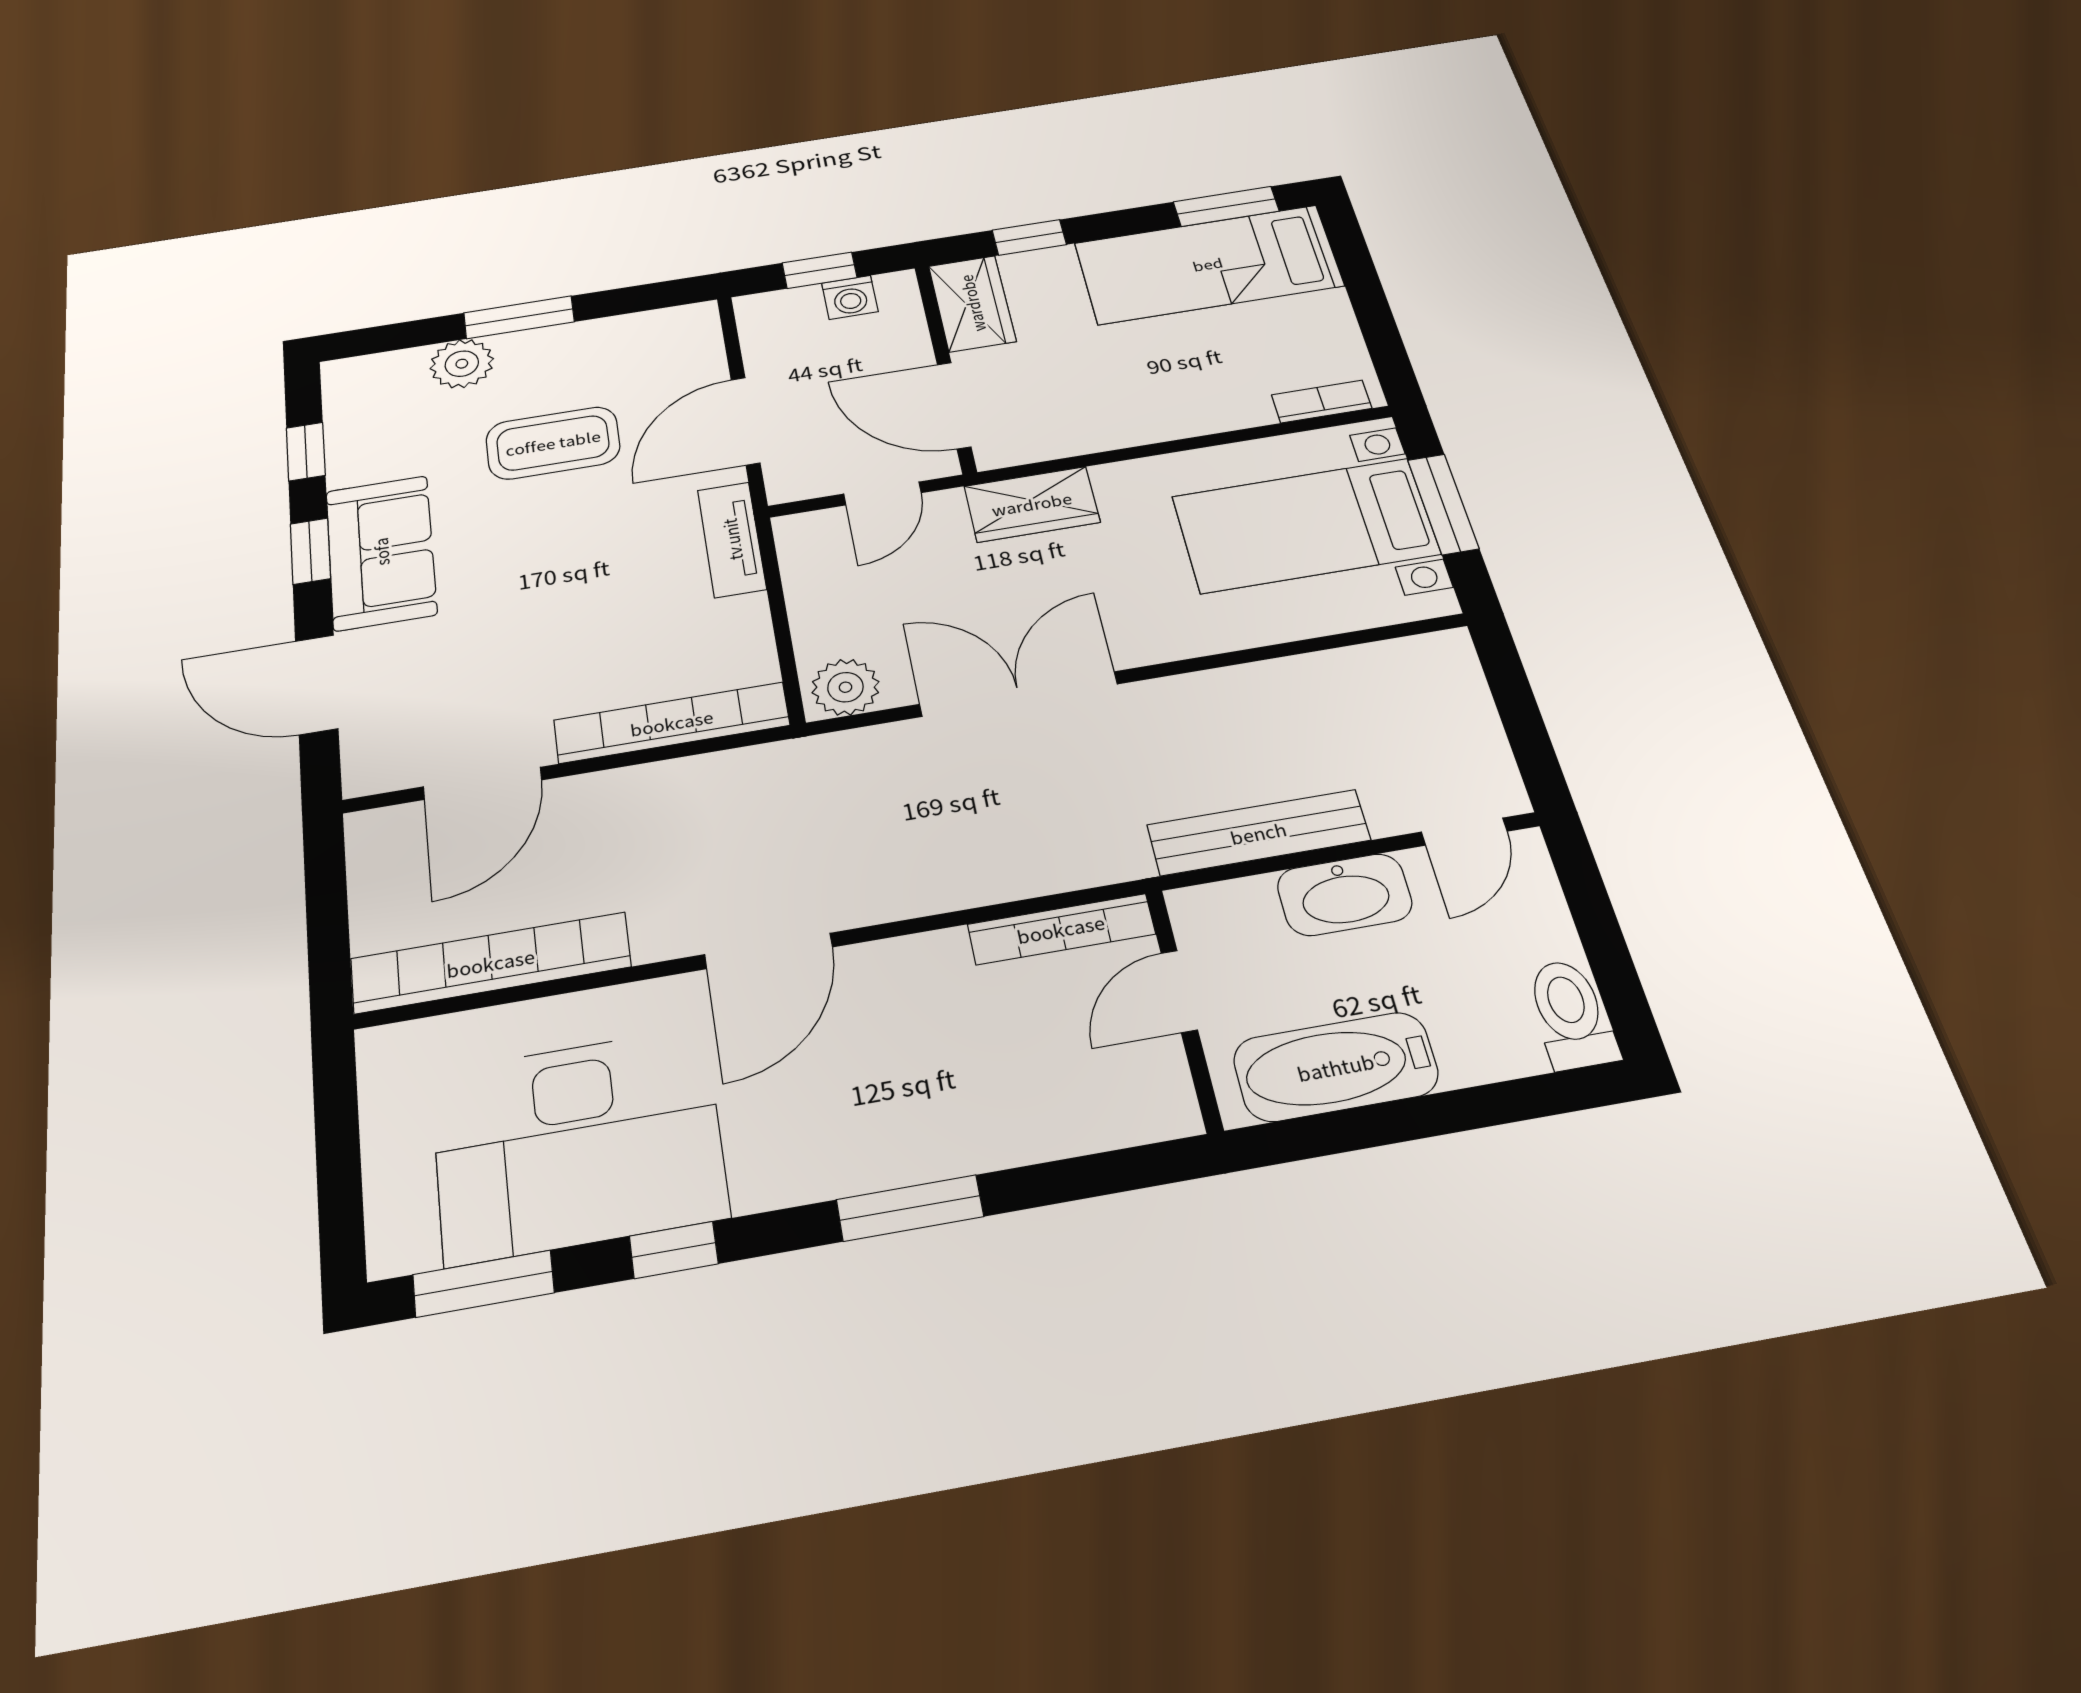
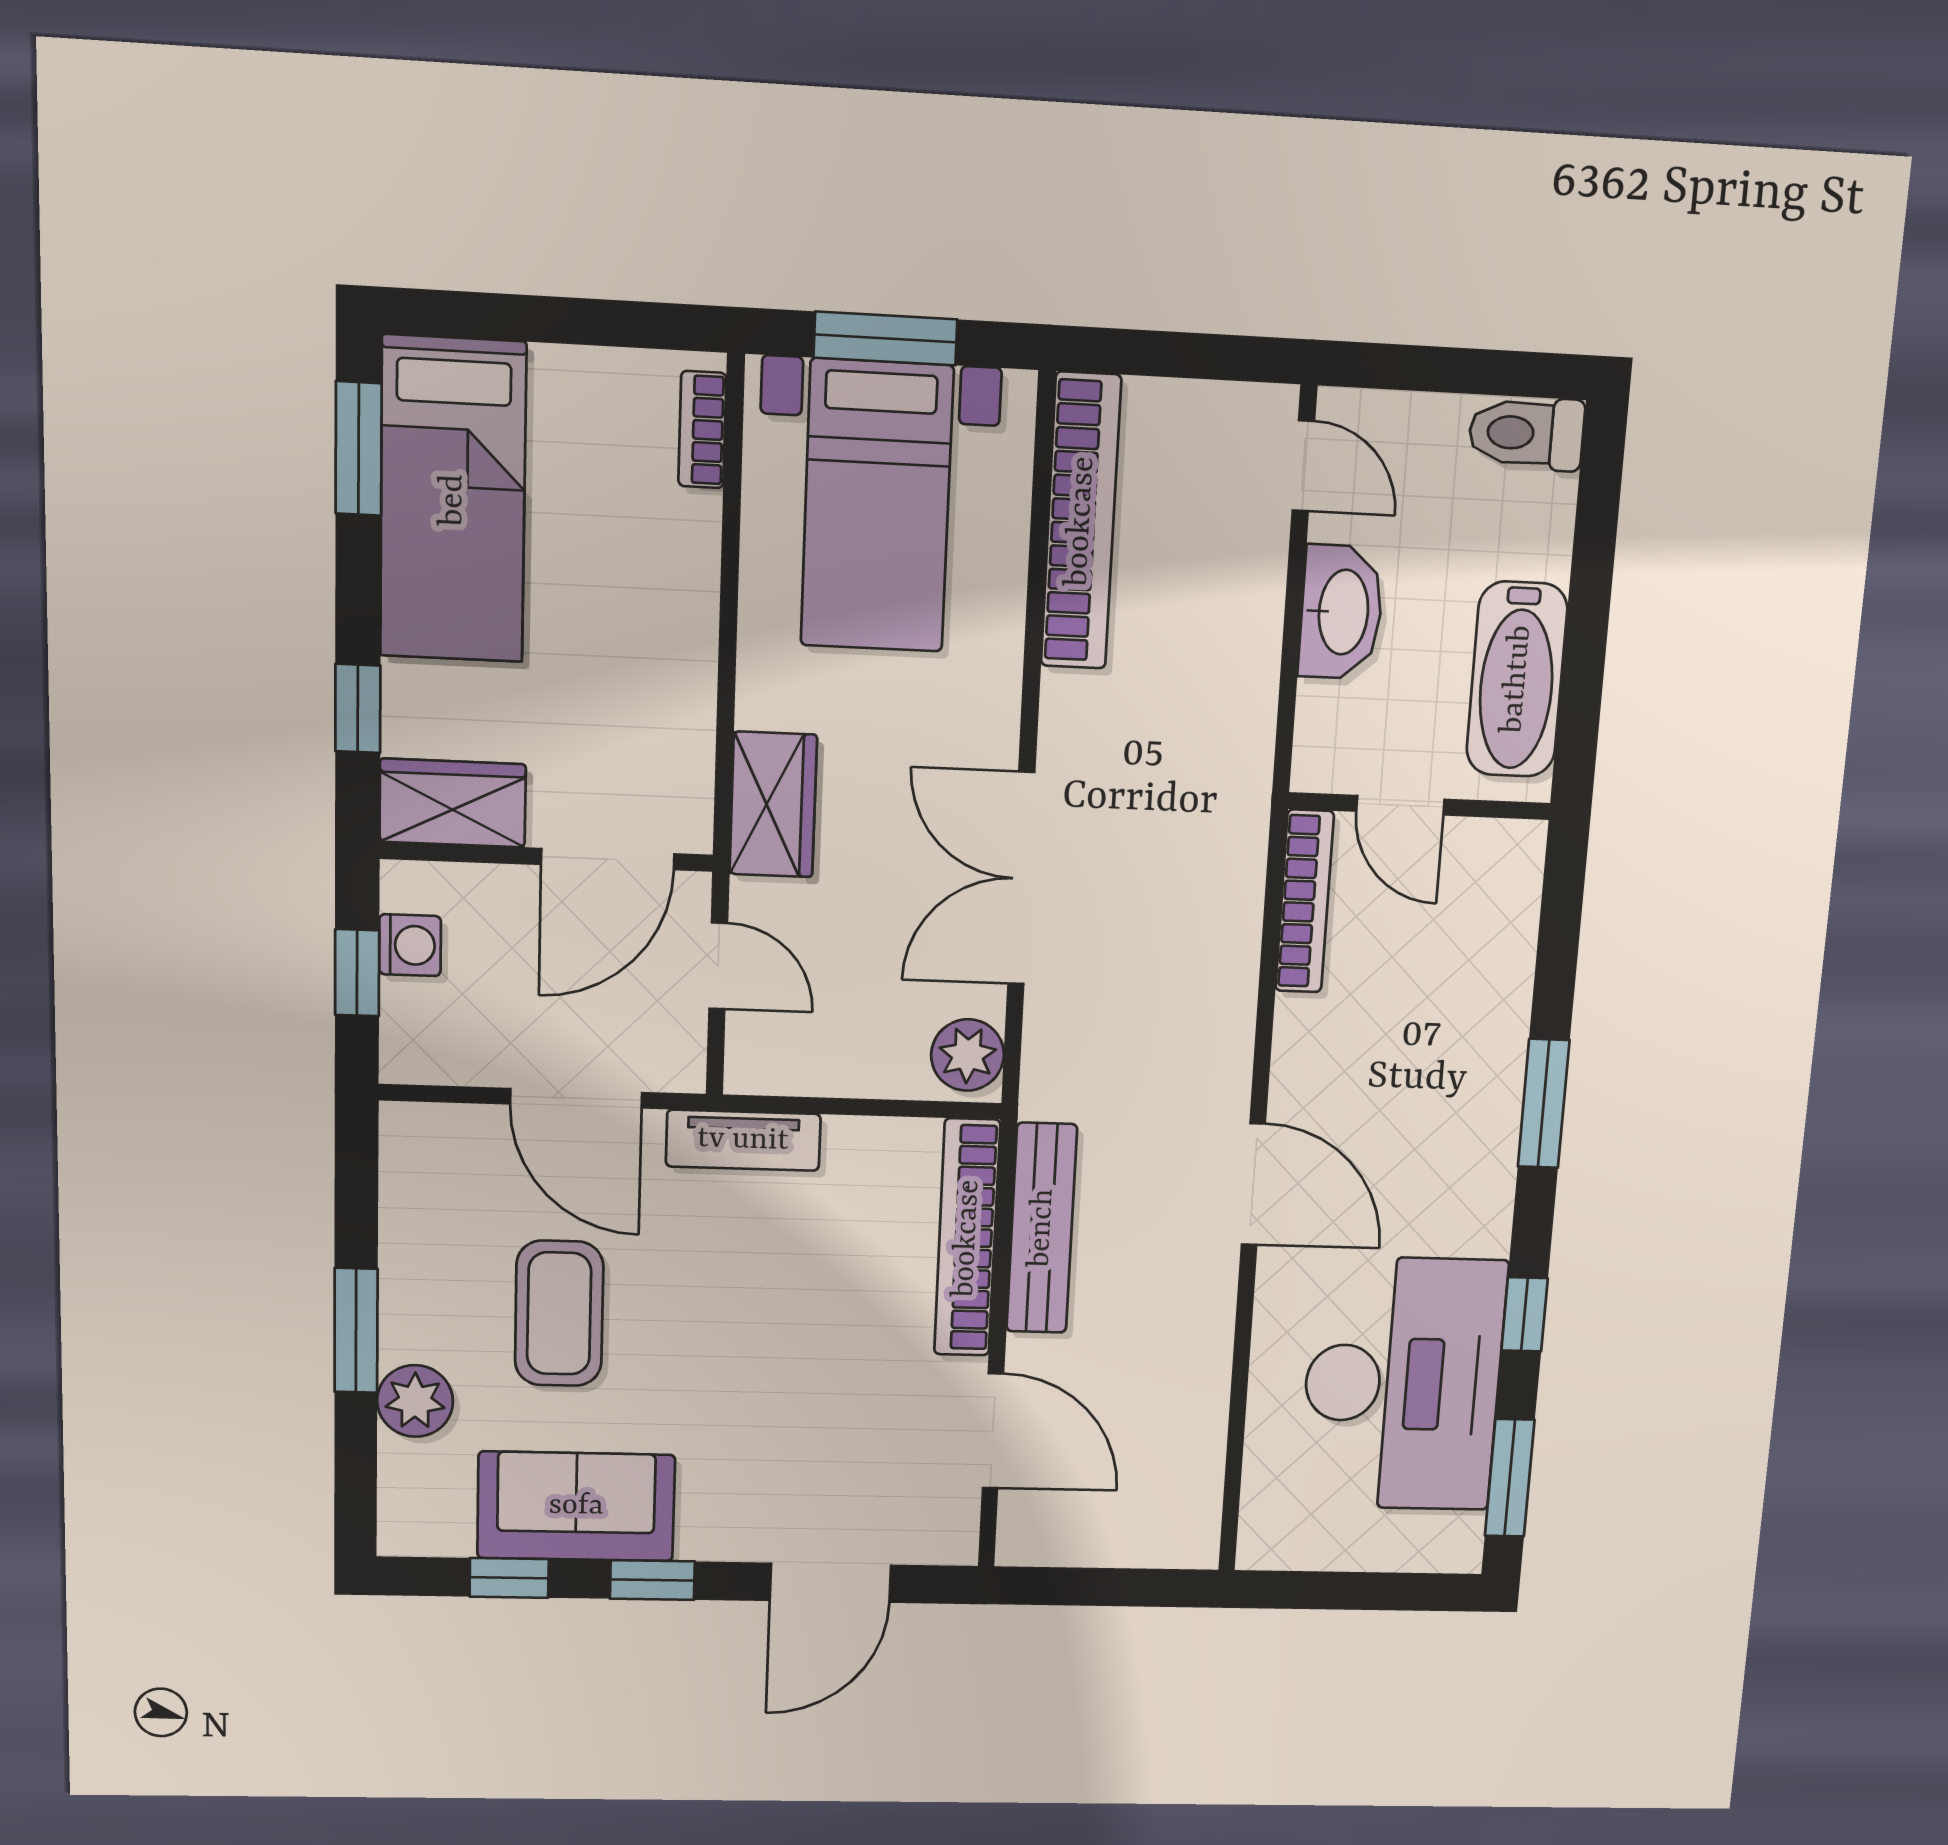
sofa: (381, 552) -> (576, 1506), moved
bench: (1258, 833) -> (1042, 1228), moved
bookcase: (491, 963) -> (1081, 521), moved, turned 180

